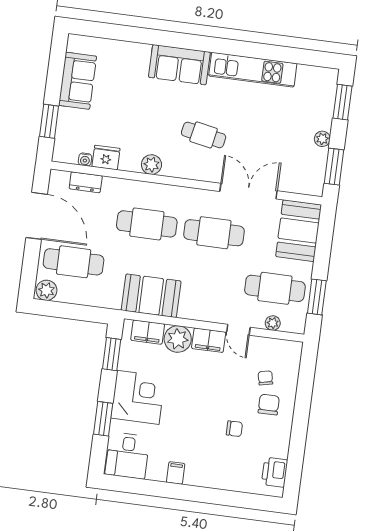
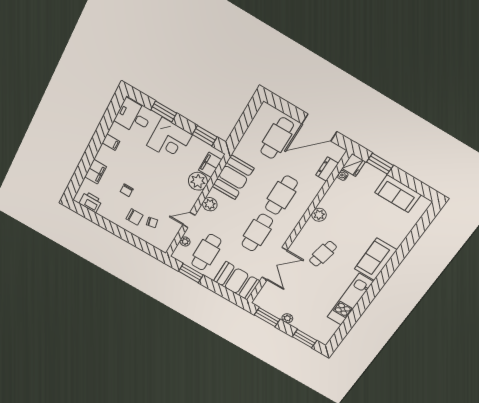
fridge: (106, 158) -> (354, 165), moved
plant: (46, 290) -> (210, 204), moved
filing cabinet: (209, 340) -> (96, 172), moved, turned 180

